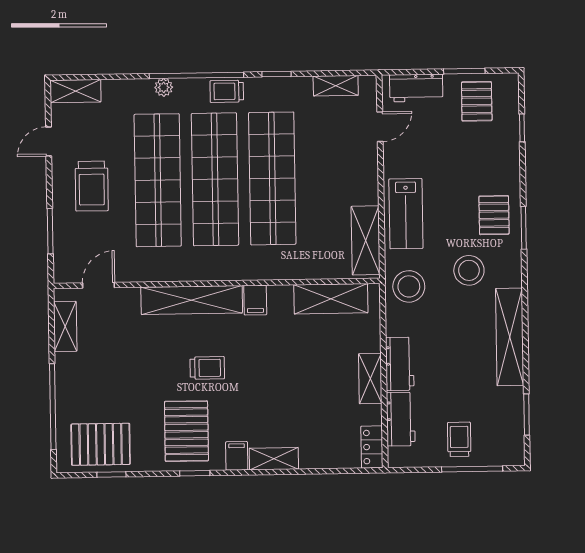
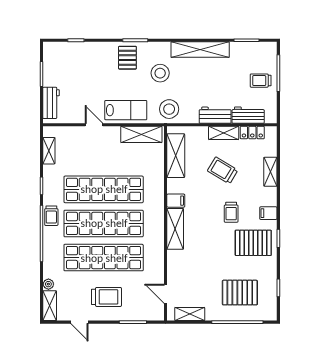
plant: (164, 87) -> (48, 284), moved
pallet: (477, 101) -> (60, 67), removed
door: (380, 127) -> (94, 125), moved
pallet: (494, 215) -> (127, 58), turned 90
shelving: (192, 300) -> (175, 229), width x0.68
trolley: (207, 368) -> (231, 212), moved, turned 180
trolley: (307, 378) -> (223, 170), added
pallet: (101, 444) -> (240, 293), moved, turned 90
locker: (372, 447) -> (252, 133), moved
shelving: (274, 459) -> (270, 172), moved

